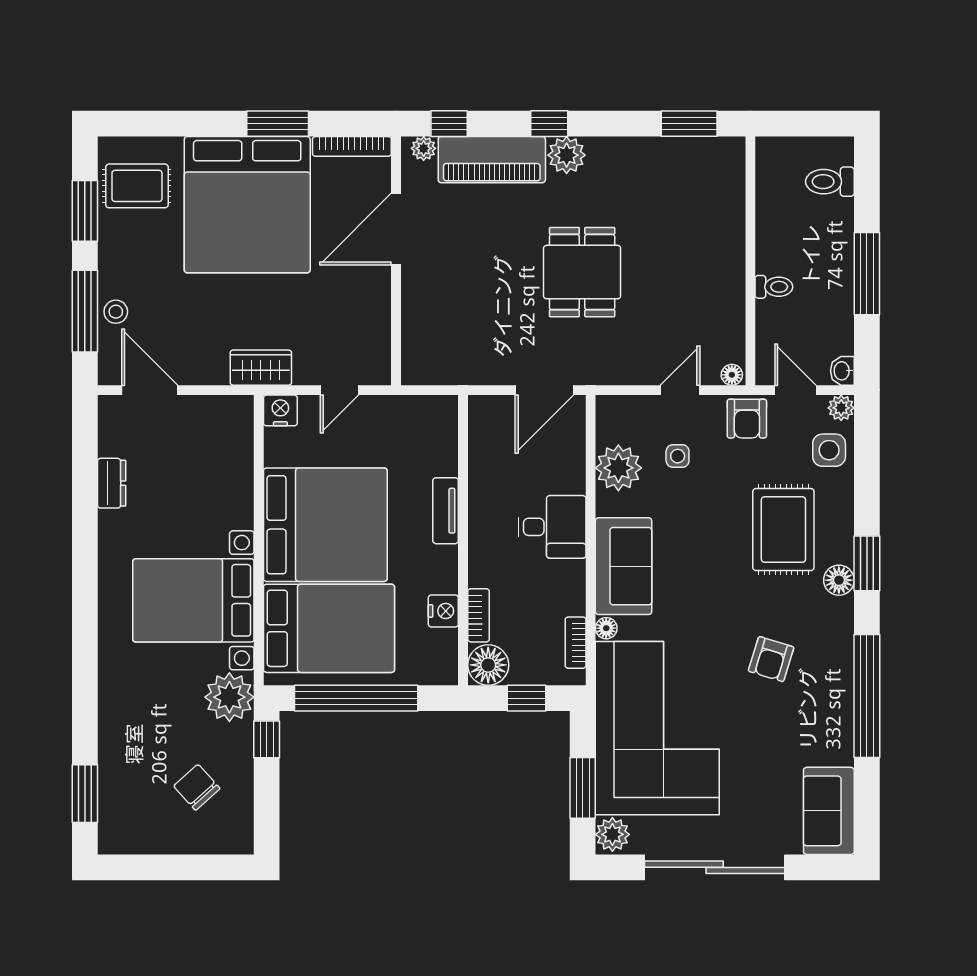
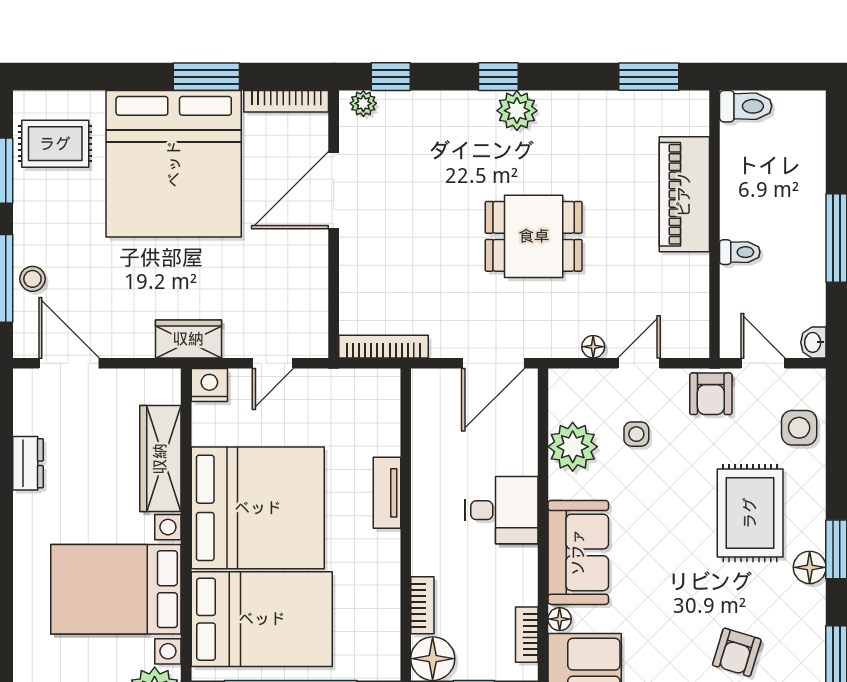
piano: (492, 160) -> (684, 194), moved, turned 90
toilet: (830, 182) -> (746, 106), moved, turned 180
dining table: (582, 272) -> (534, 236), turned 90
bookcase: (442, 375) -> (383, 347), added
floor lamp: (732, 375) -> (593, 347), moved
plant: (841, 408) -> (812, 382), removed
wardrobe: (235, 479) -> (160, 459), added
nightstand: (443, 611) -> (385, 601), removed

